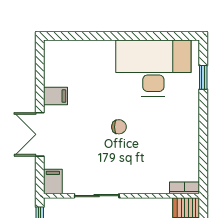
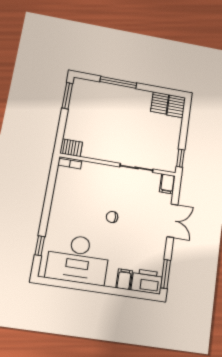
printer: (62, 53) -> (147, 281), added
window: (40, 66) -> (166, 274), added
filing cabinet: (56, 96) -> (124, 279), moved, turned 90

